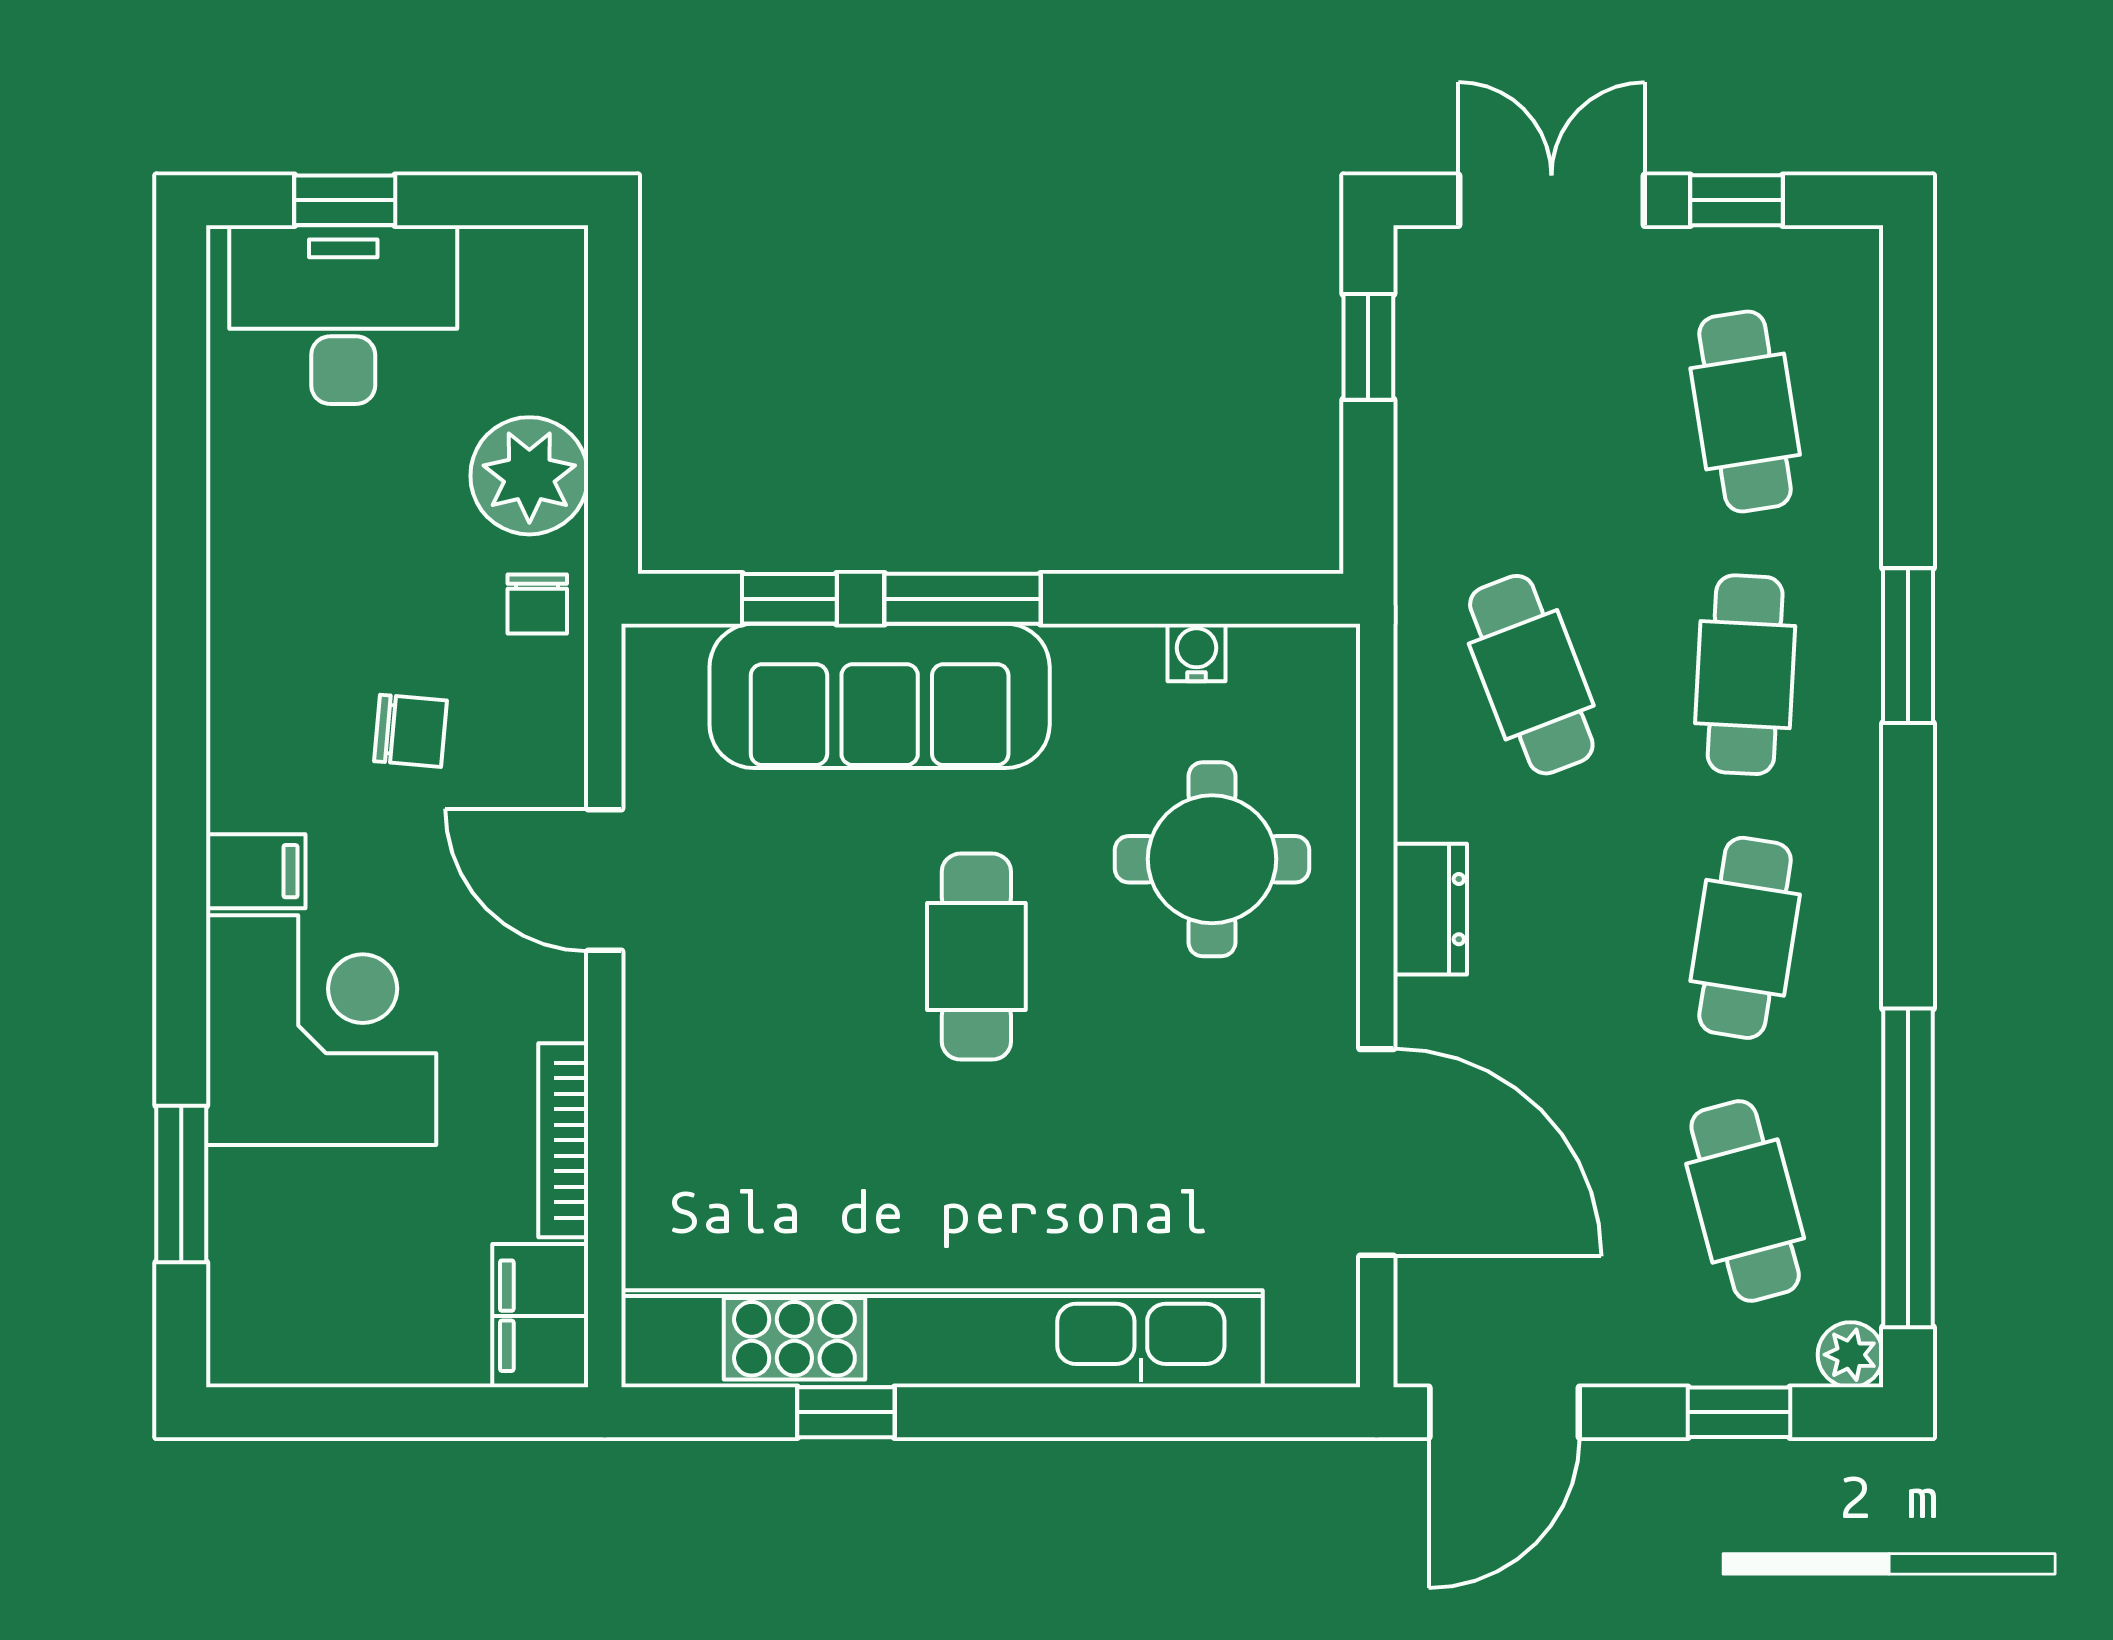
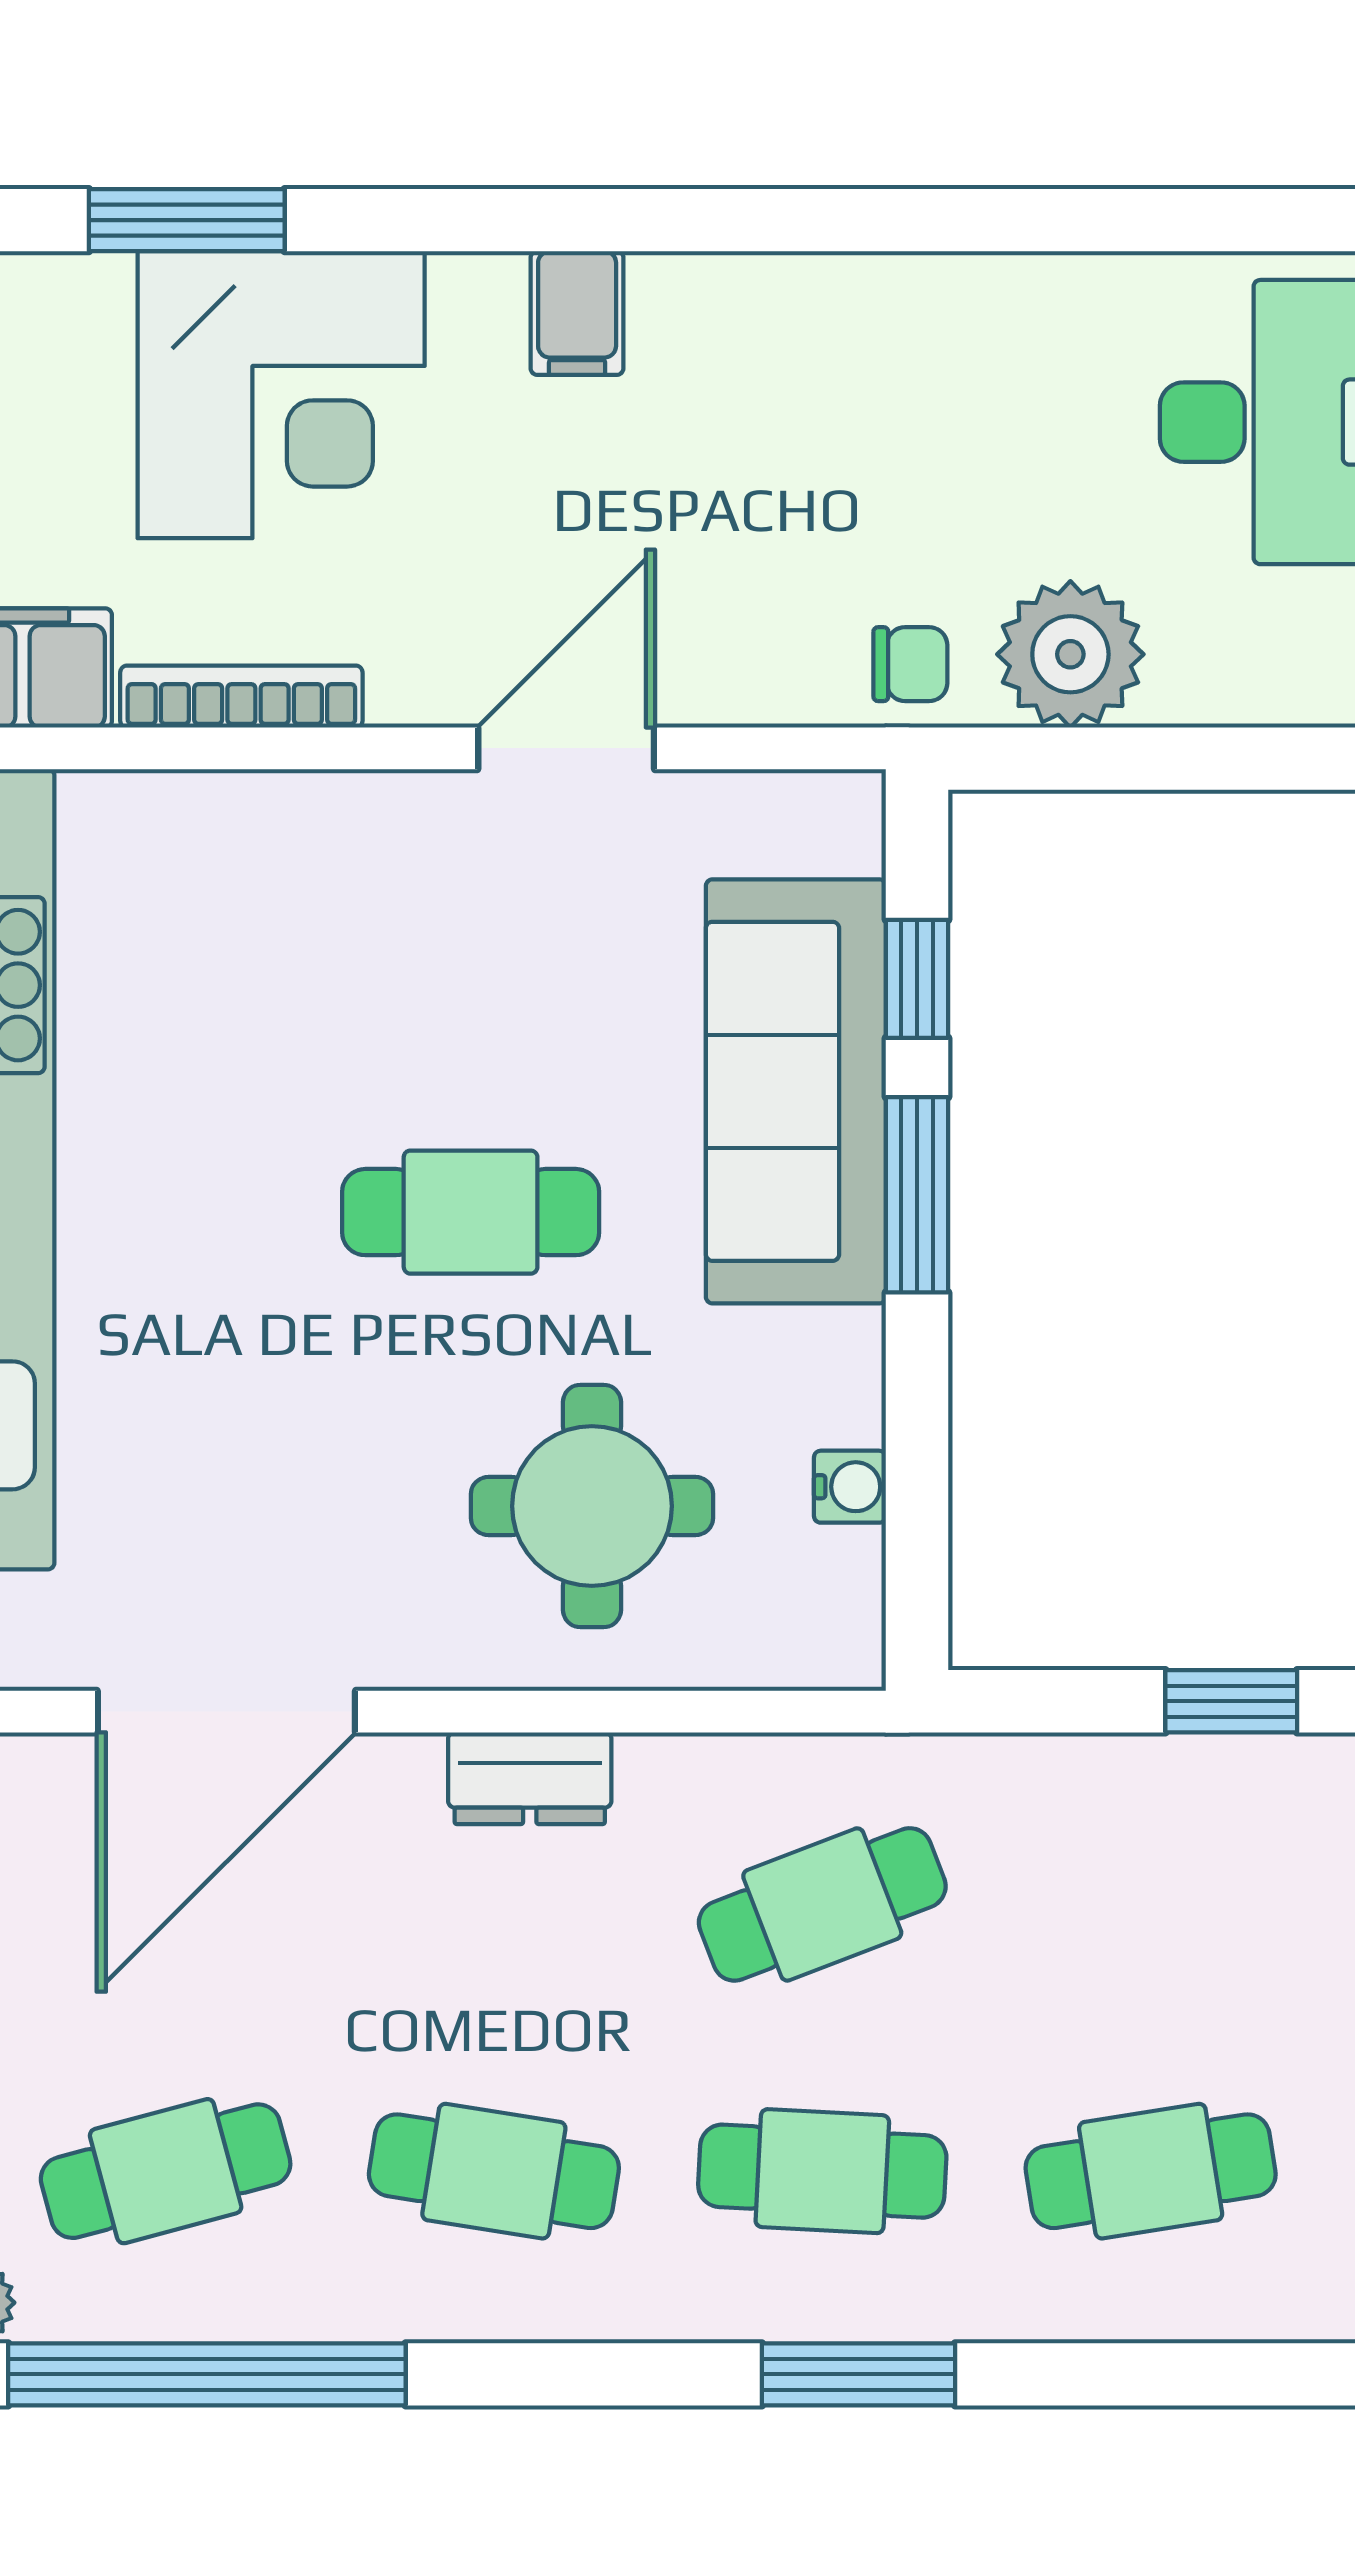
chair: (537, 604) -> (910, 664), turned 180
chair: (410, 731) -> (752, 506), removed
corner desk: (321, 1030) -> (281, 395), moved

